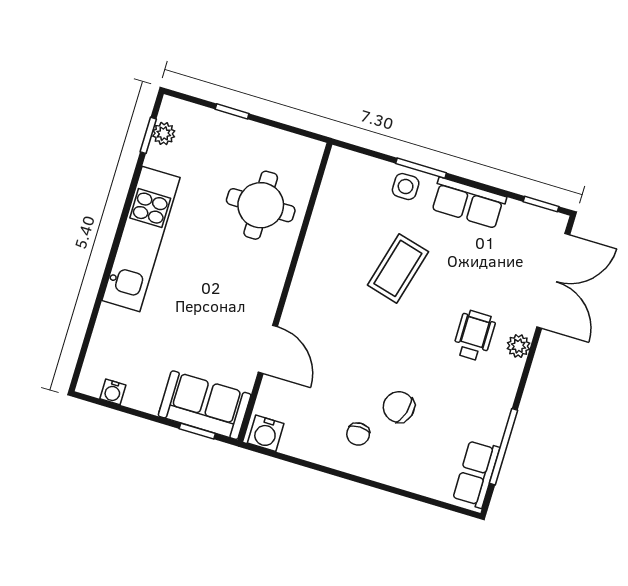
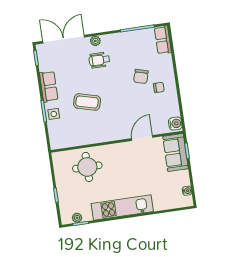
row of seats: (476, 474) -> (163, 40), moved, turned 90

